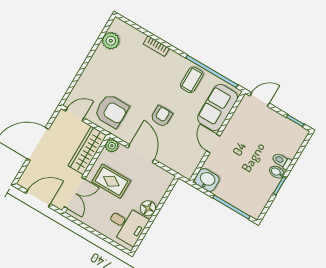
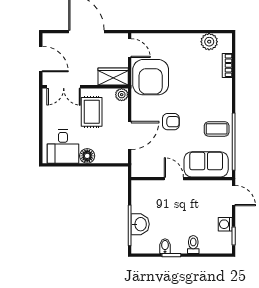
bookcase: (156, 46) -> (227, 65), moved
armchair: (112, 111) -> (151, 77), width x1.36, depth x1.36
washing machine: (280, 122) -> (225, 224), added
door: (213, 143) -> (174, 179), hinge flipped
wardrobe: (87, 151) -> (113, 77), width x0.67
door: (141, 154) -> (130, 135), moved
bidet: (277, 172) -> (165, 246), moved
washbasin: (207, 180) -> (140, 224), moved

